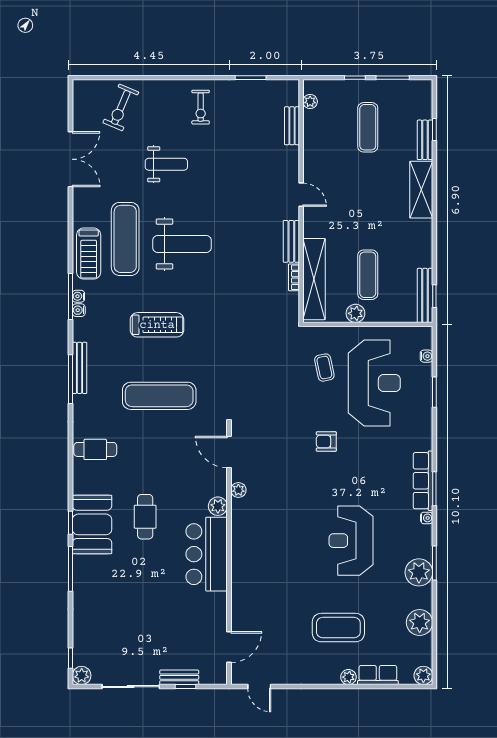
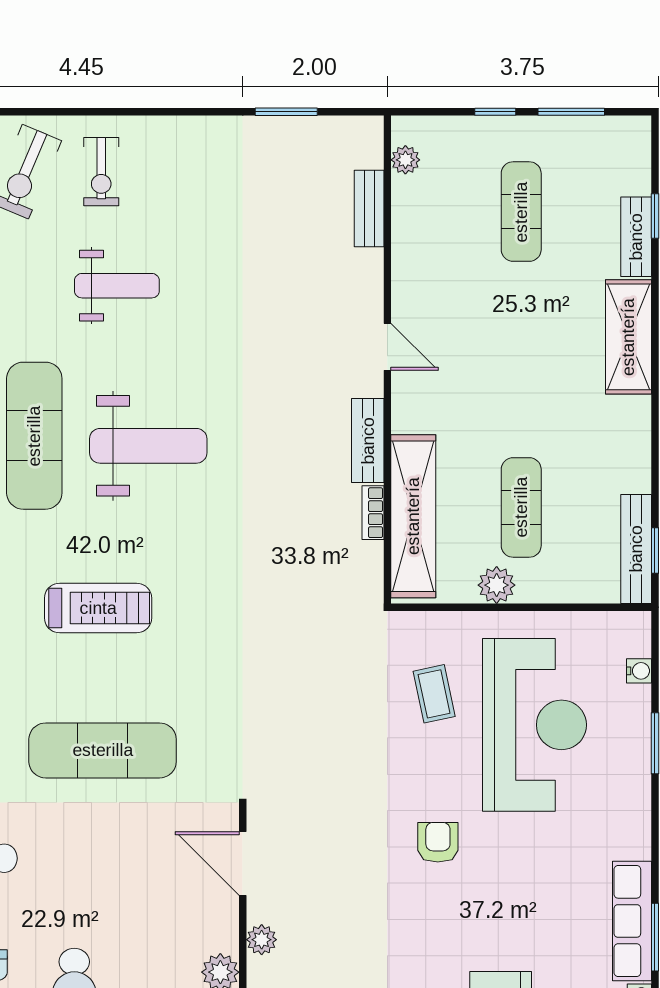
exercise bike: (201, 107) -> (101, 172), moved
armchair: (326, 442) -> (438, 842), turned 90

